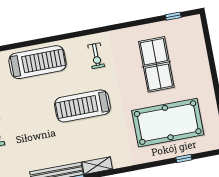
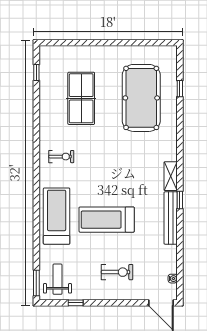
table tennis table: (156, 64) -> (81, 98), turned 90
treadmill: (82, 106) -> (107, 220), moved, turned 90

